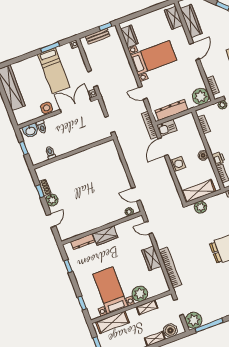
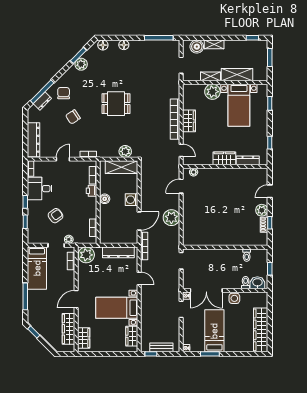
kitchen sink: (167, 128) -> (129, 237), removed
door: (136, 194) -> (181, 186), swing flipped
bookcase: (170, 268) -> (175, 119), moved
plant: (194, 320) -> (171, 218), moved
shelving: (112, 322) -> (237, 75), moved

